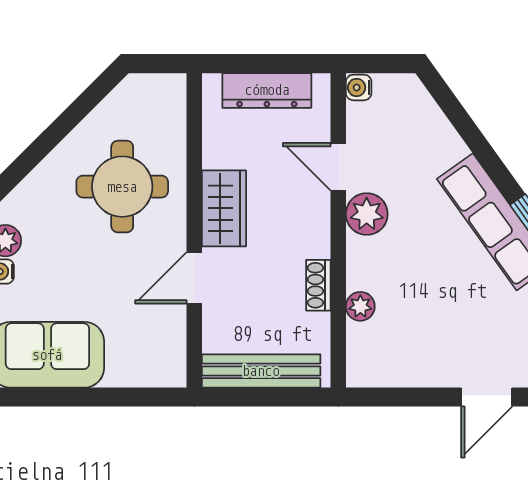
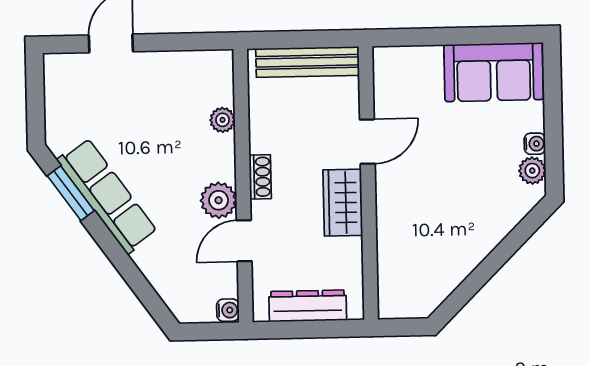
door: (338, 167) -> (244, 241), swing flipped
round table: (122, 187) -> (432, 220), removed
shoe rack: (318, 285) -> (260, 177), moved

